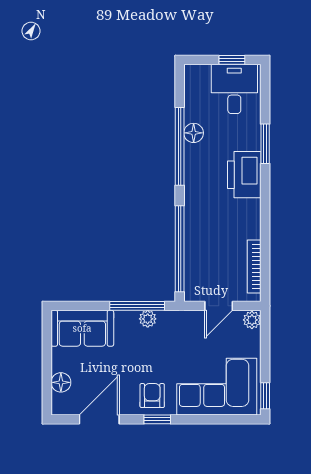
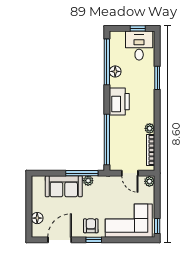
window: (180, 146) -> (107, 62), moved
printer: (244, 175) -> (119, 102), moved, turned 180
plant: (252, 230) -> (150, 128), added
door: (219, 306) -> (130, 173), hinge flipped
sofa: (82, 328) -> (64, 186), moved

